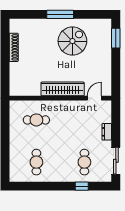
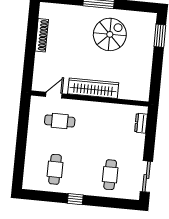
door: (94, 98) -> (54, 95), moved
dresser: (107, 132) -> (141, 123), moved
window: (82, 186) -> (75, 199), moved

